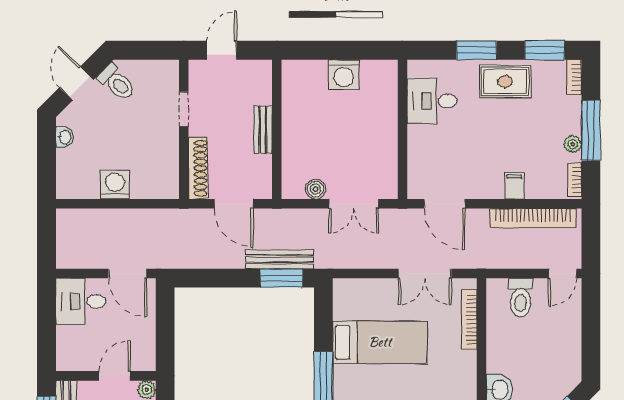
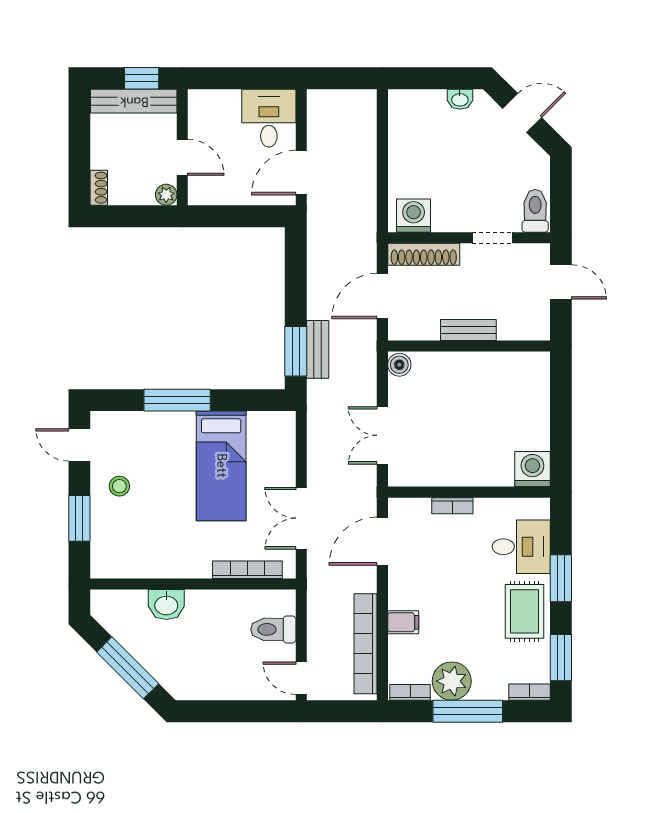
washing machine: (344, 75) -> (532, 469), moved, turned 90
toilet: (117, 82) -> (535, 211), moved, turned 135
desk: (432, 101) -> (521, 547), moved, turned 90
bookcase: (414, 144) -> (452, 506), added
plant: (573, 144) -> (452, 681), width x1.88, depth x1.88
washing machine: (115, 185) -> (414, 216), moved, turned -90
boiler: (316, 189) -> (399, 365), moved
bench: (280, 259) -> (318, 349), width x0.73

